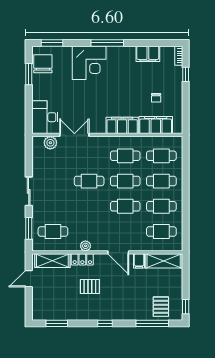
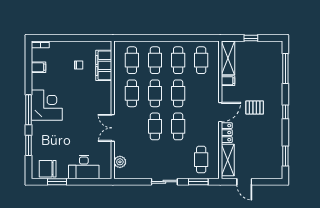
window: (52, 43) -> (28, 145), moved
filing cabinet: (148, 54) -> (39, 67), width x0.50
corner desk: (89, 63) -> (47, 105), moved
window: (186, 74) -> (57, 38), removed
desk: (45, 117) -> (84, 167), moved
filing cabinet: (122, 125) -> (104, 96), removed
double door: (74, 135) -> (113, 128), moved
cafe table: (89, 206) -> (178, 126), added
plant: (85, 246) -> (214, 130), removed
door: (118, 252) -> (220, 112), moved
pallet: (90, 286) -> (255, 107), moved, turned 90
pallet: (161, 307) -> (270, 61), removed
window: (186, 307) -> (251, 38), moved

